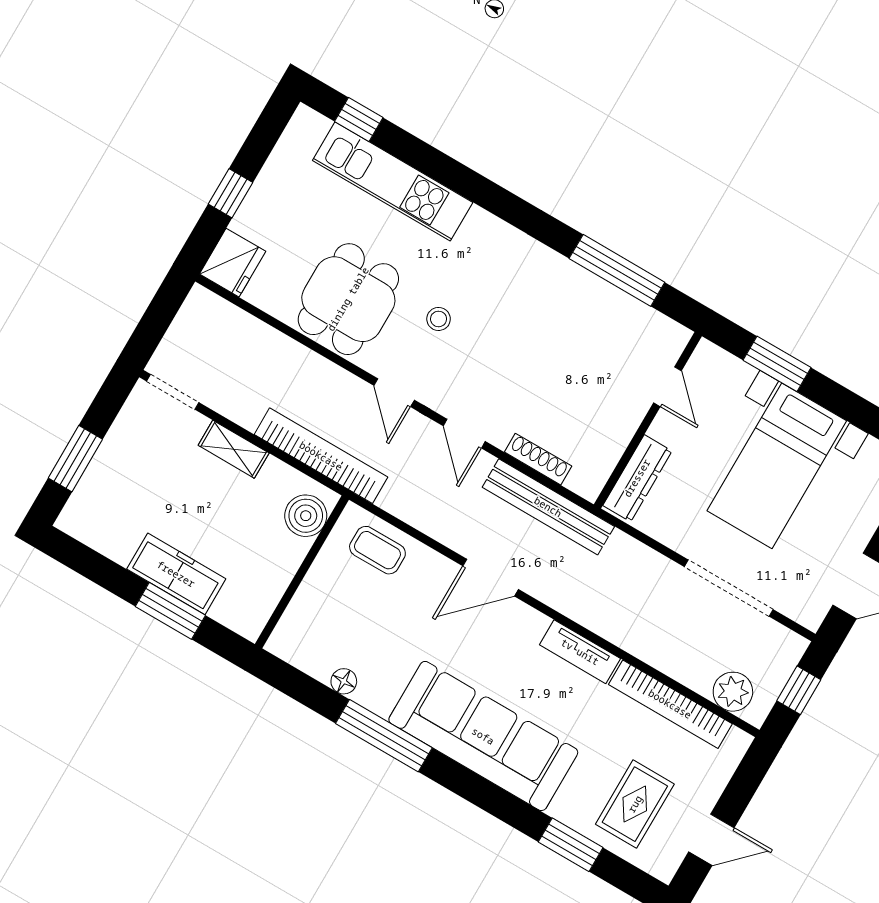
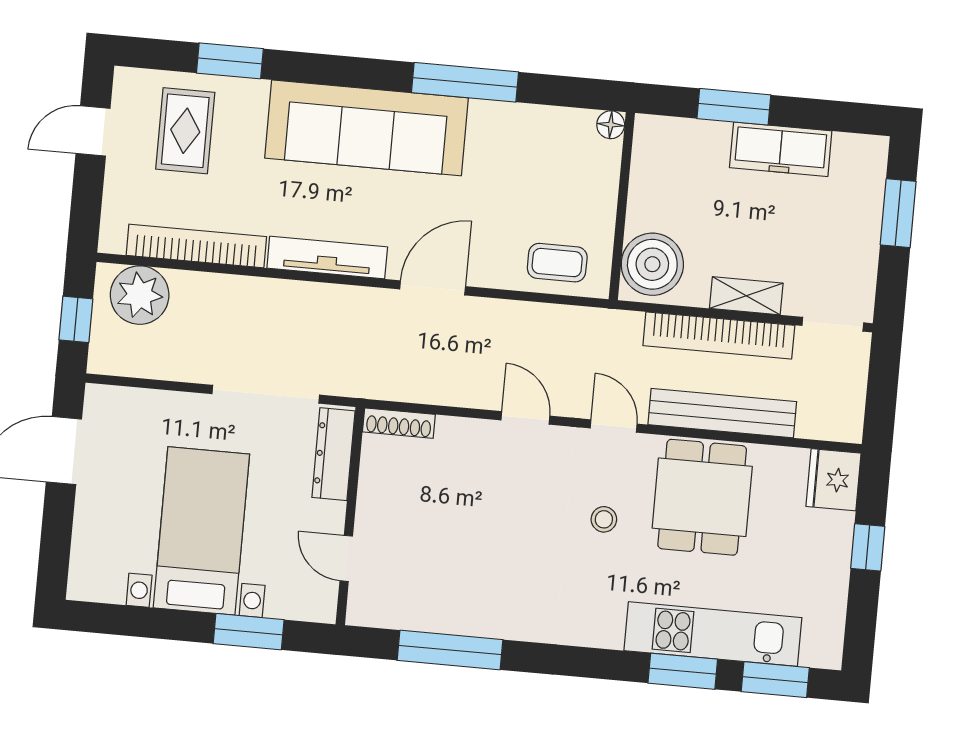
window: (359, 119) -> (775, 680), width x1.50
window: (432, 162) -> (683, 671), added
bookcase: (321, 456) -> (719, 335), moved
shoe rack: (538, 459) -> (399, 423), moved
bench: (548, 507) -> (722, 413), moved
boiler: (306, 516) -> (652, 264), width x1.37, depth x1.37
freezer: (176, 574) -> (781, 149), moved
doorway: (729, 588) -> (266, 394), moved
tv unit: (580, 652) -> (327, 258), width x1.41
floor lamp: (344, 681) -> (611, 125), moved
plant: (733, 692) -> (140, 295), width x1.36, depth x1.36

